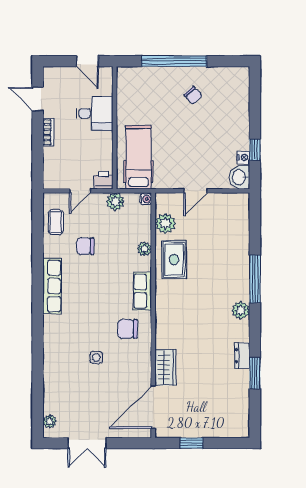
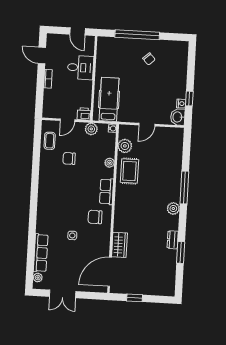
row of seats: (52, 286) -> (41, 253), moved

